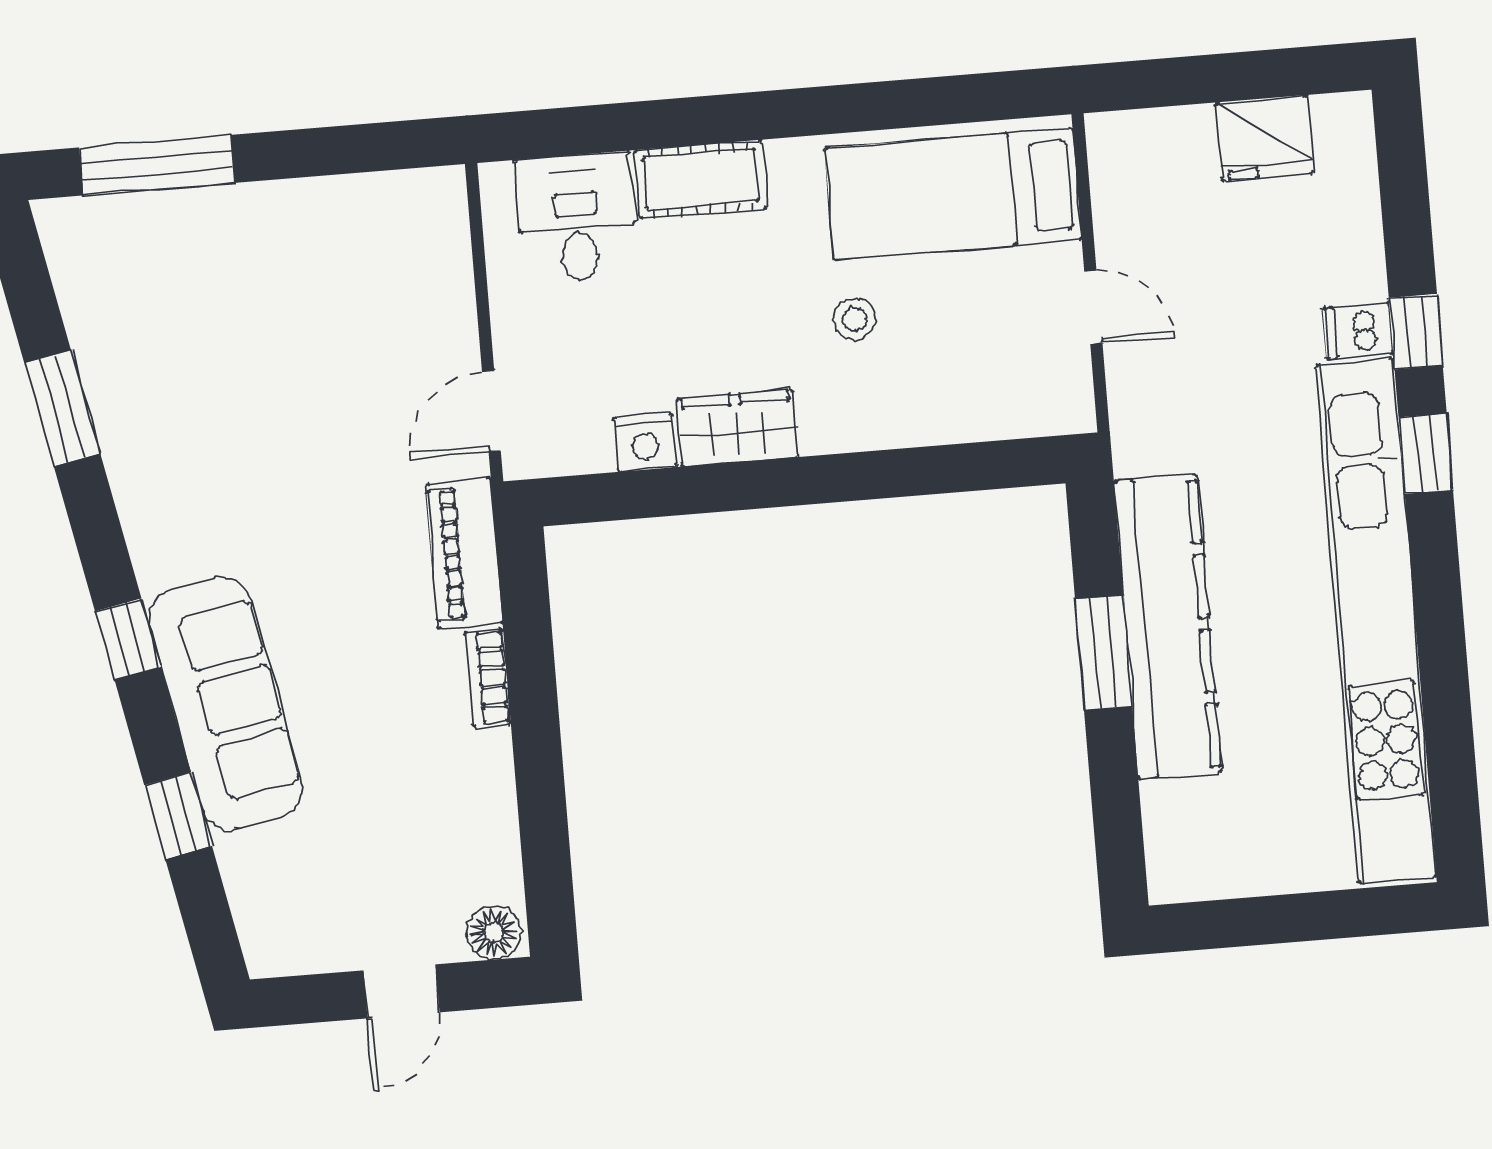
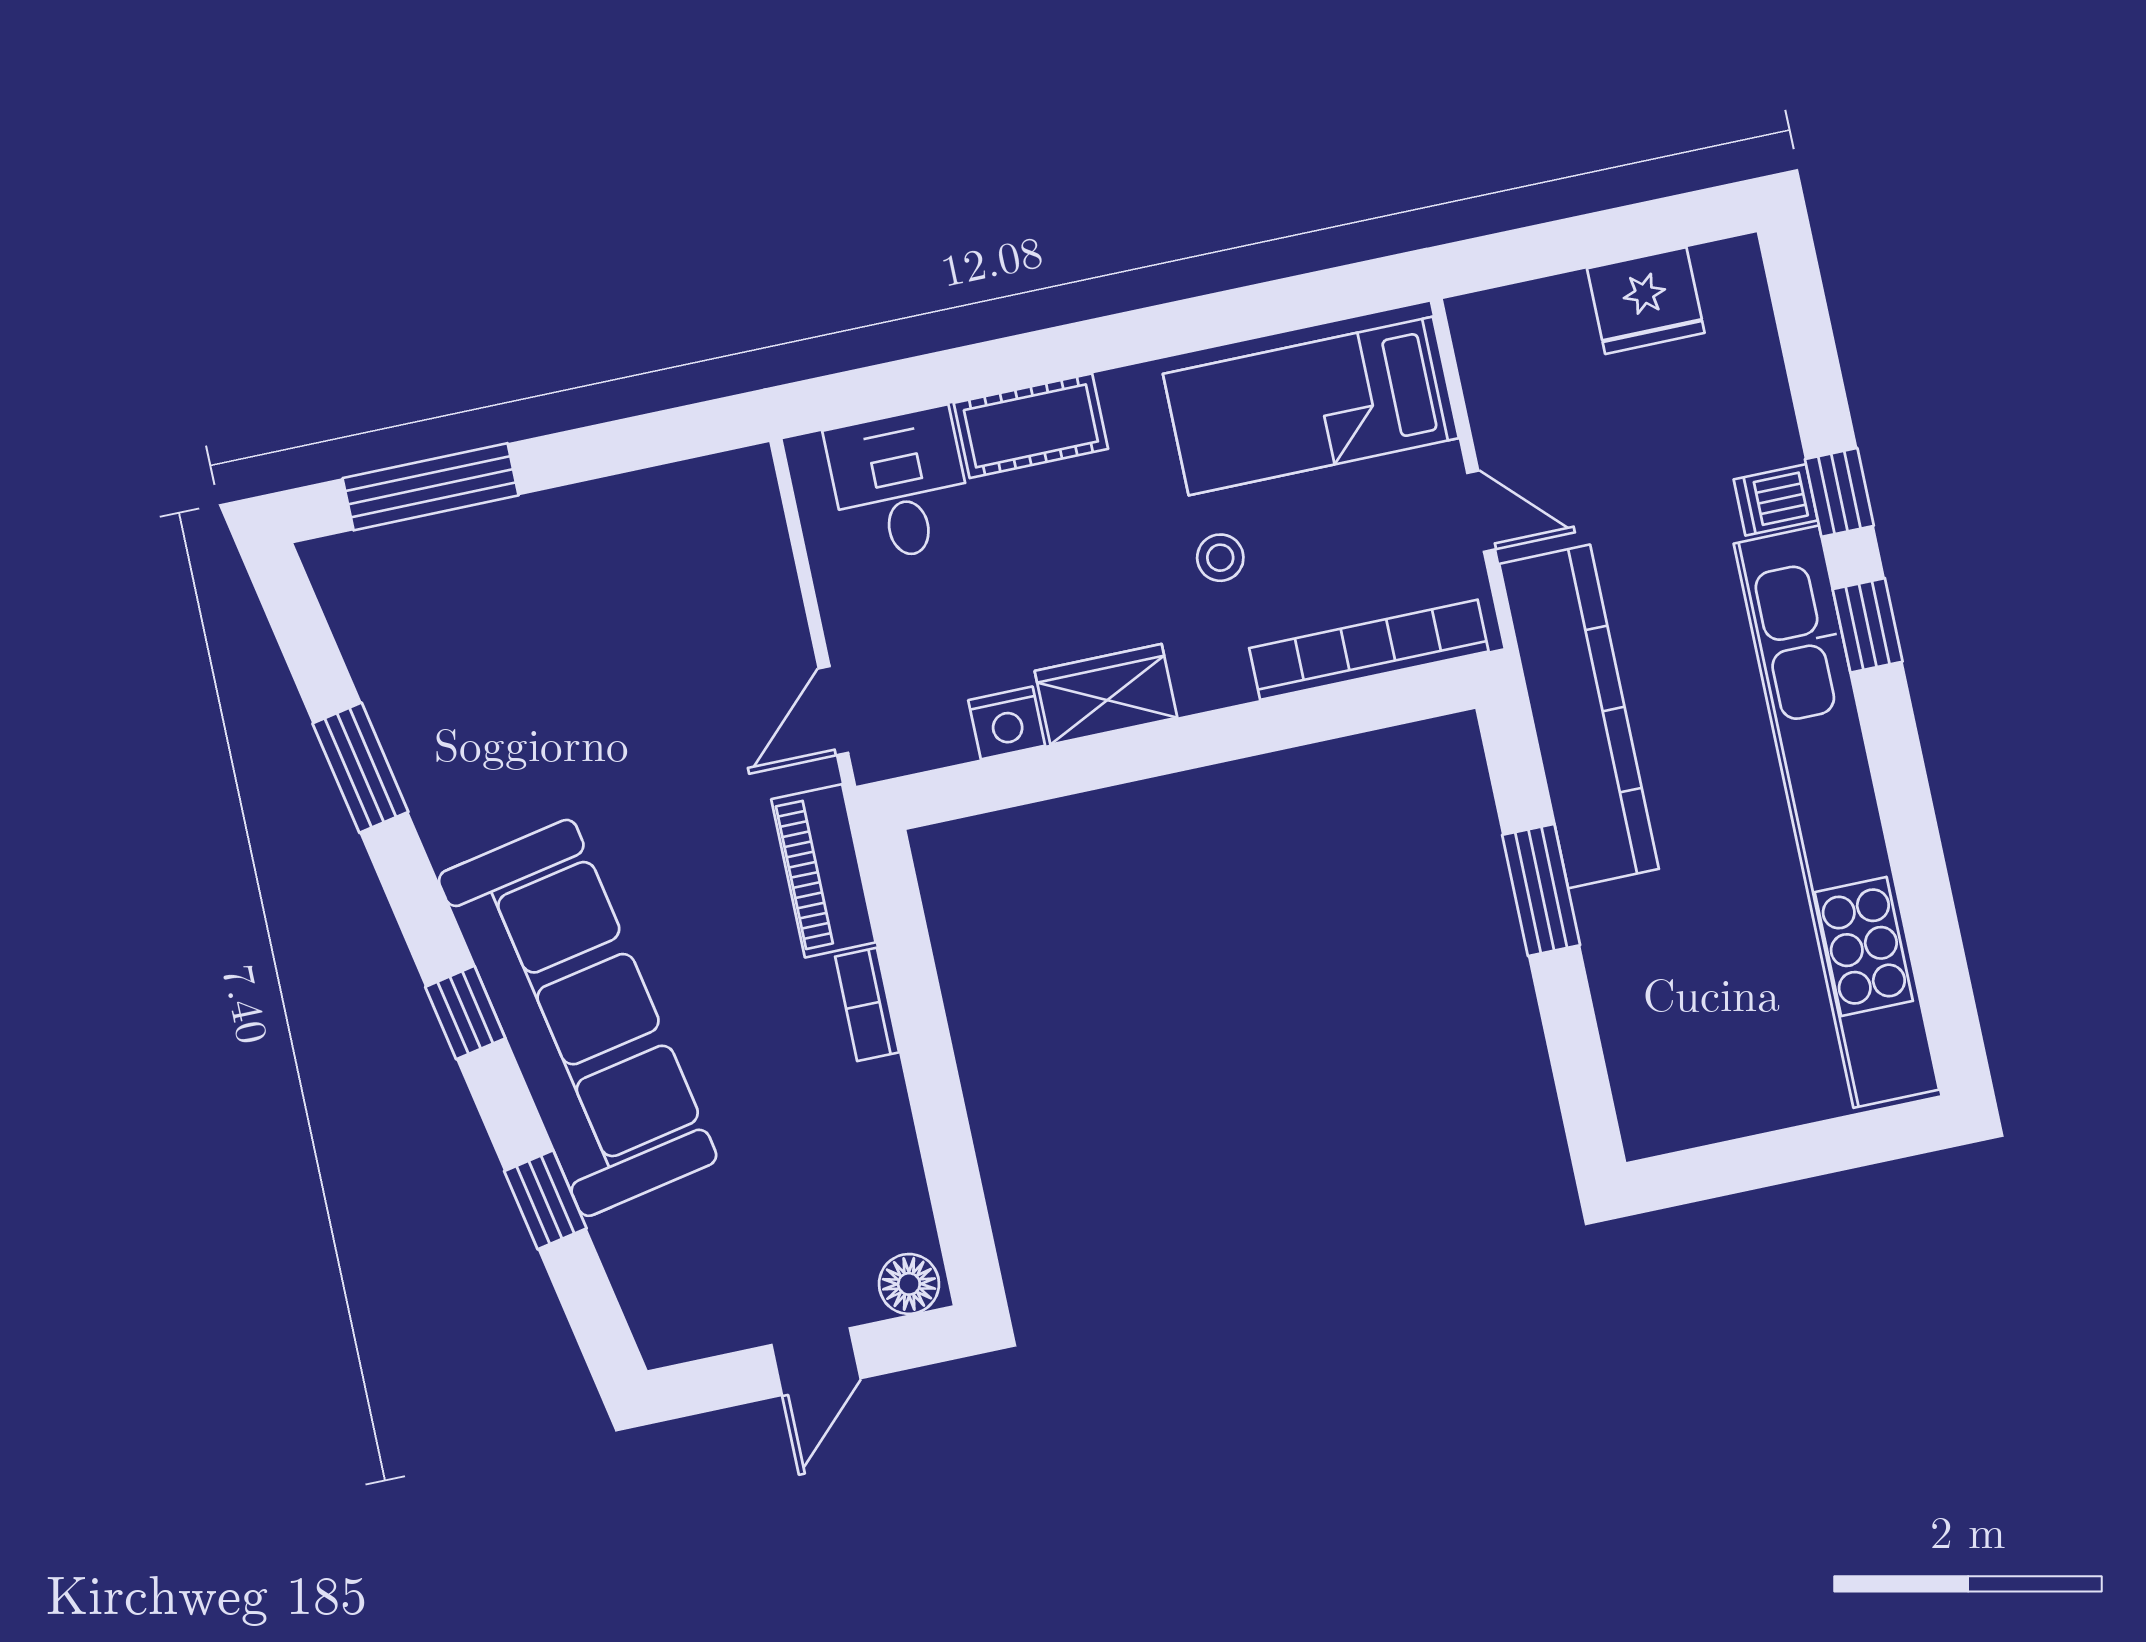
bookcase: (977, 418) -> (1369, 650), added
kitchen counter: (1168, 627) -> (1579, 716), moved
sofa: (226, 704) -> (578, 1018), width x1.36, depth x1.27

